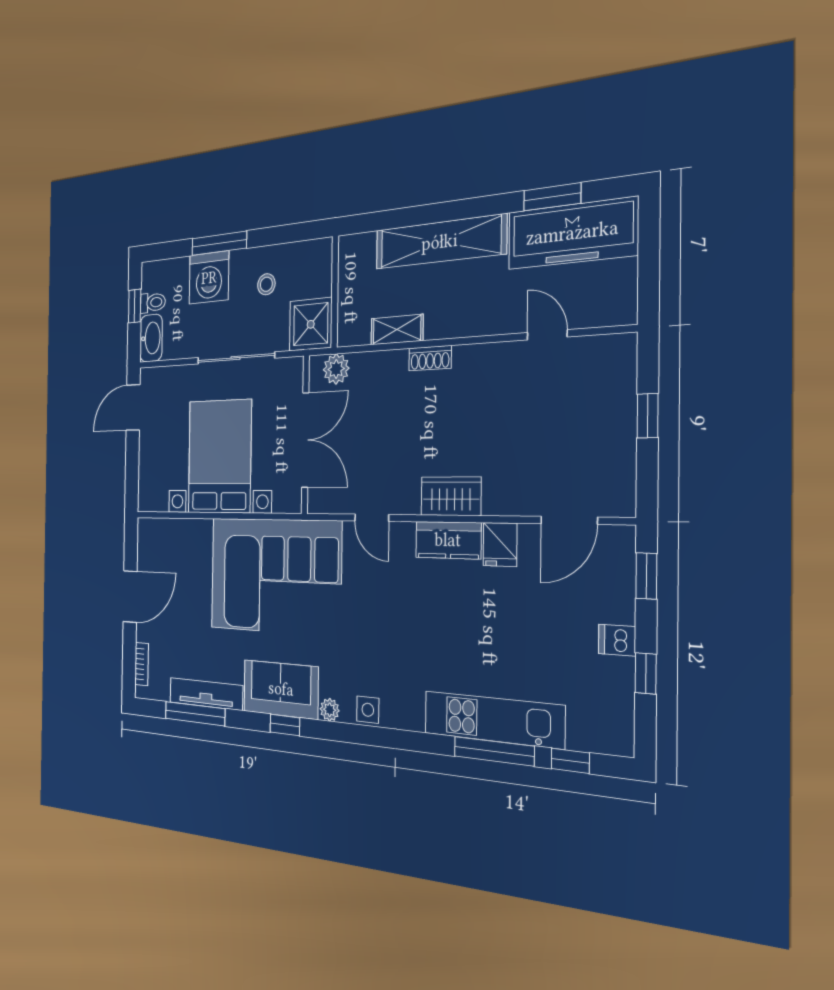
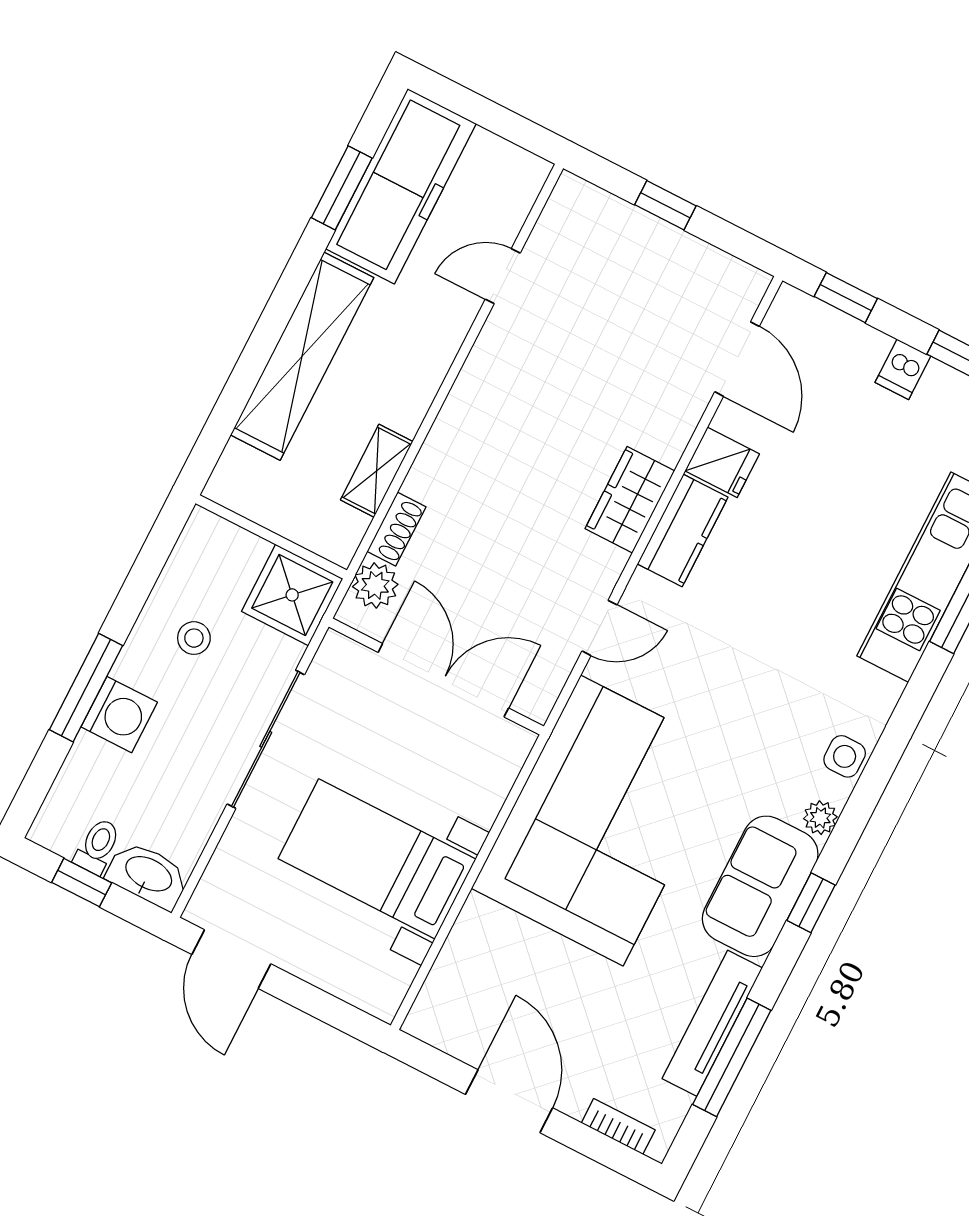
washing machine: (209, 278) -> (119, 715), width x0.73, depth x0.73
shoe rack: (430, 358) -> (397, 529), moved
bed with nightstands: (220, 457) -> (377, 859), width x0.73

